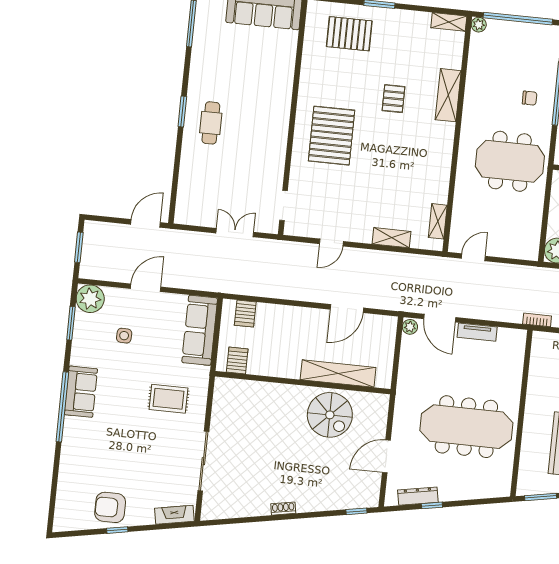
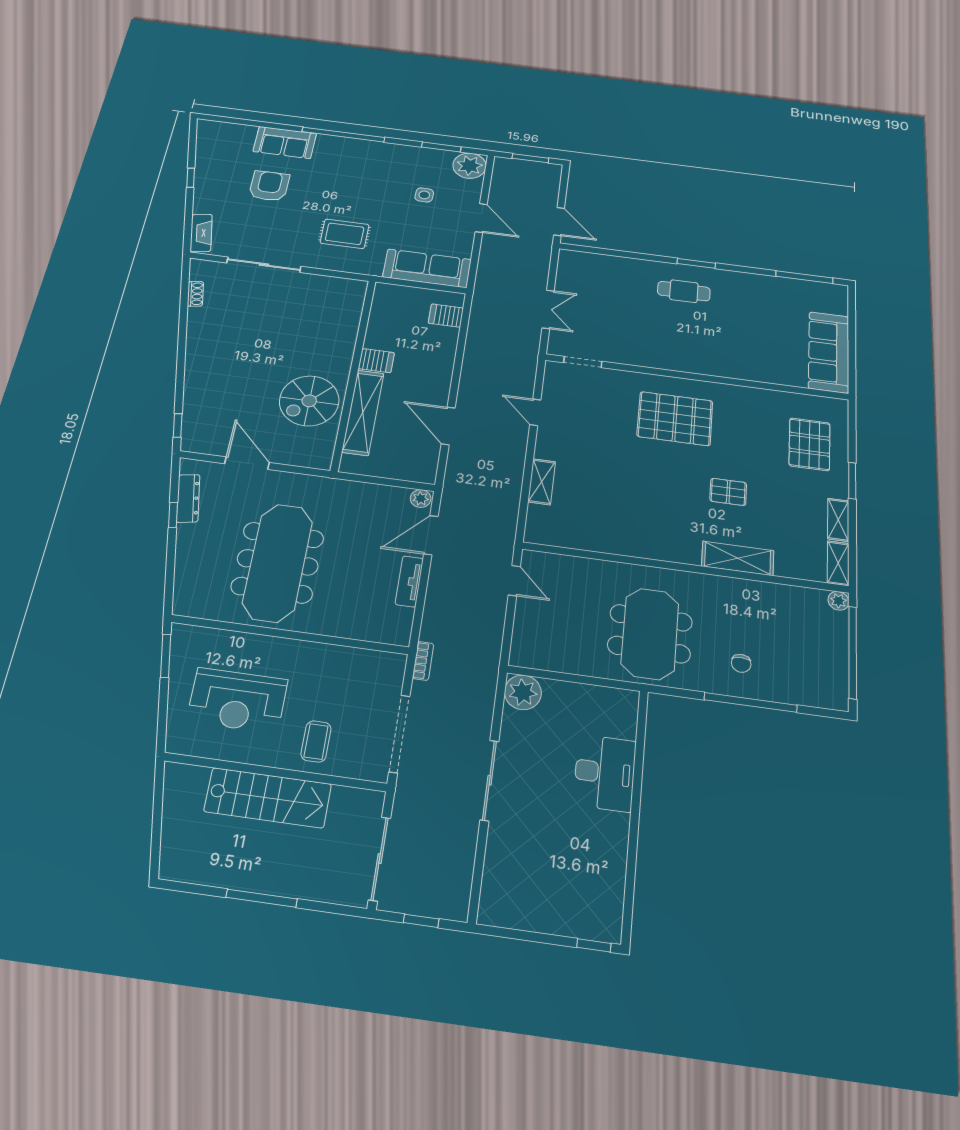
shelving: (438, 221) -> (838, 520), moved, turned 90
server rack: (237, 361) -> (376, 361), moved
sofa: (81, 392) -> (285, 142), moved
rug: (168, 399) -> (345, 234), turned 90
armchair: (110, 507) -> (269, 186), moved
shoe rack: (283, 509) -> (195, 294), moved

